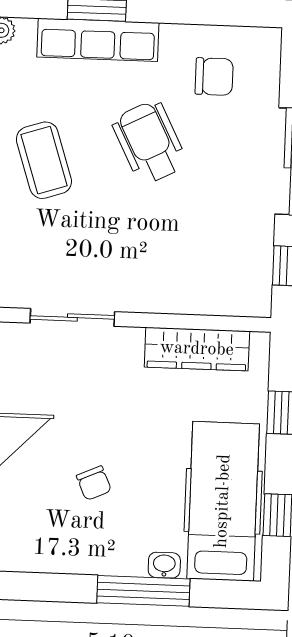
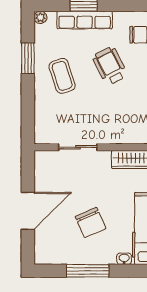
chair: (94, 483) -> (91, 222), width x1.87, depth x1.87
window: (143, 591) -> (88, 271), moved

